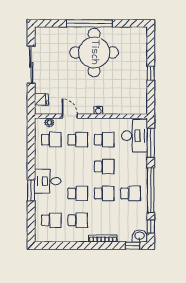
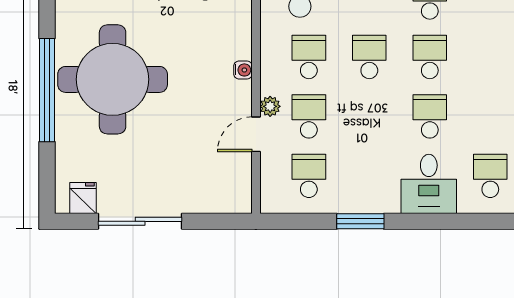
fridge: (41, 100) -> (83, 198), moved
plant: (49, 122) -> (270, 106), moved
desk: (48, 181) -> (429, 184), moved
window: (31, 190) -> (360, 221), moved
school desk: (78, 220) -> (490, 116), removed

